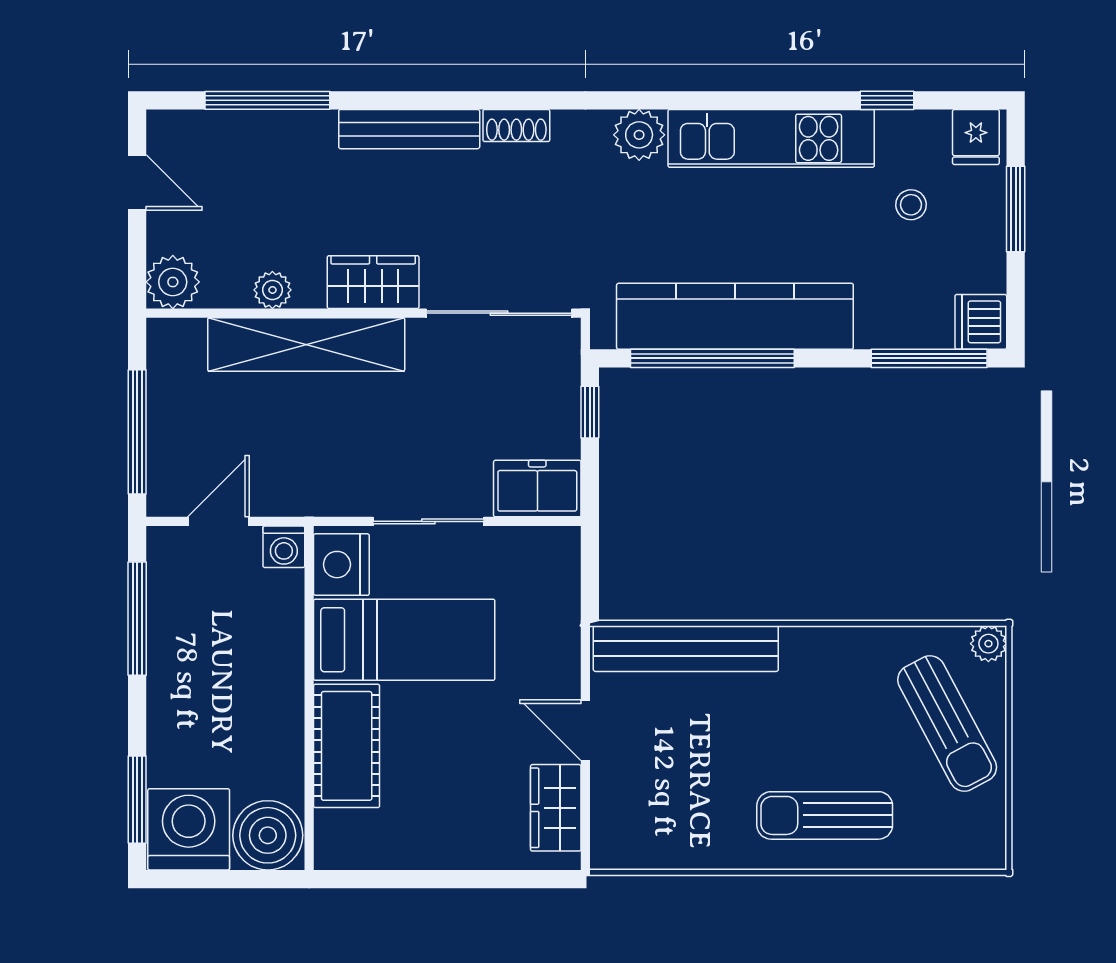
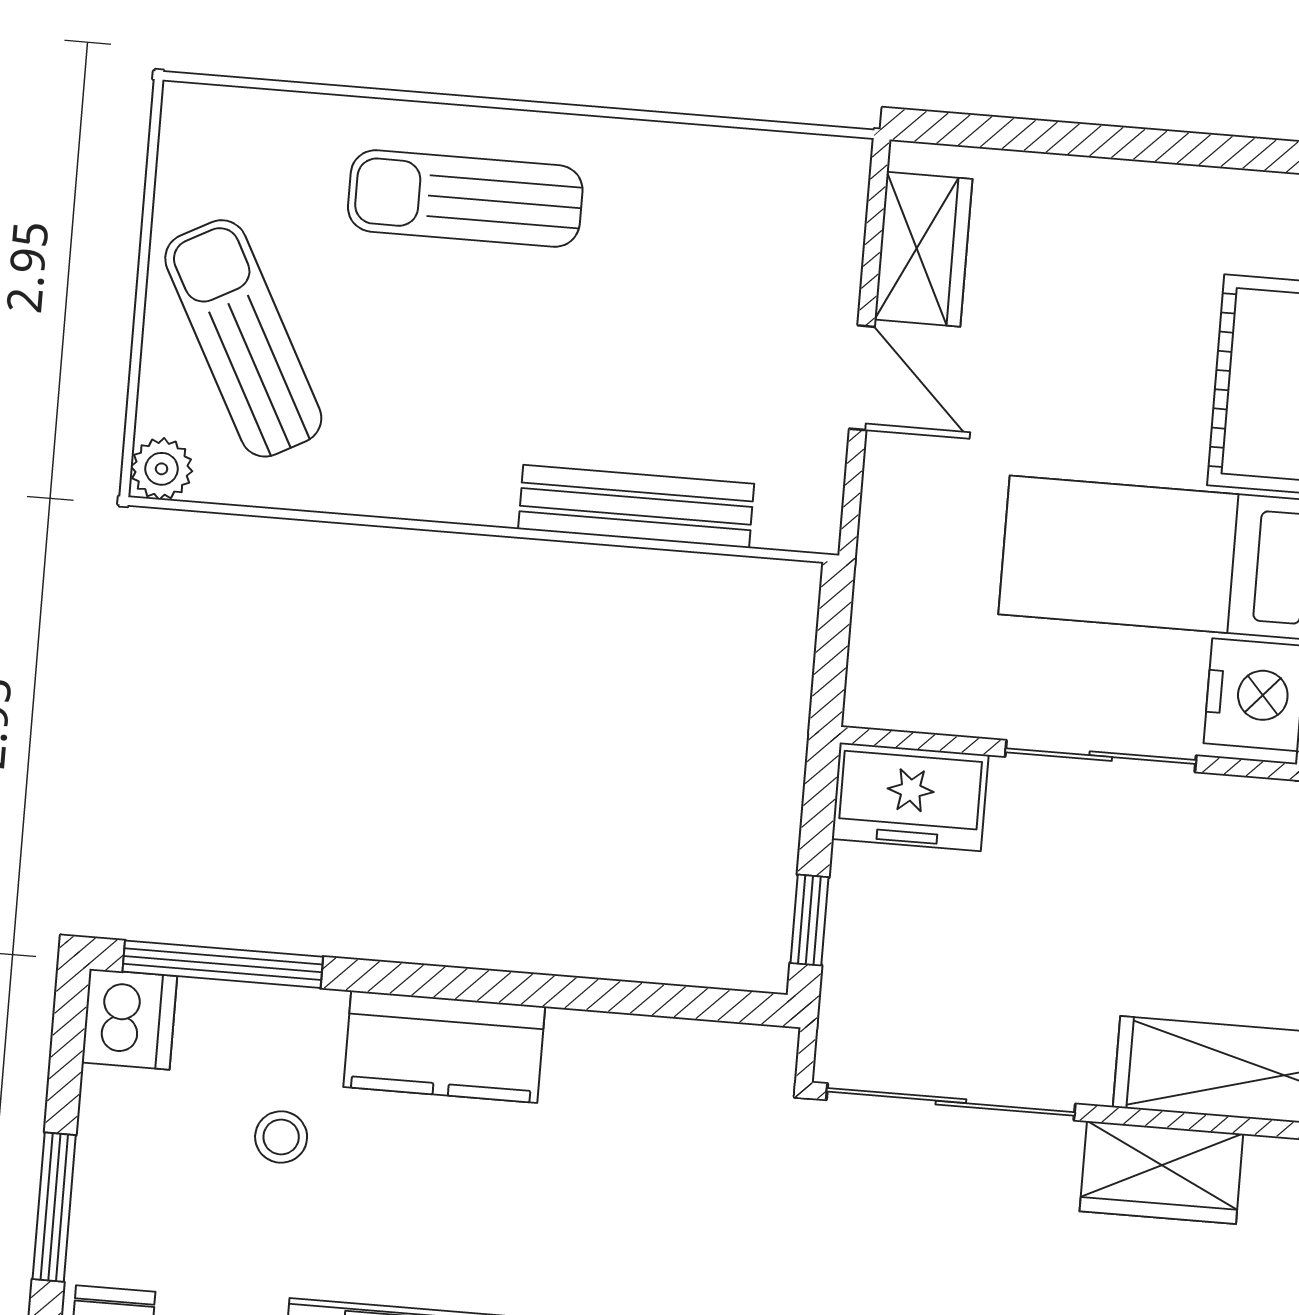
stool: (911, 205) -> (281, 1137), moved
kitchen counter: (735, 316) -> (444, 1047), width x0.48, depth x0.86
window: (712, 358) -> (593, 995), removed
bench: (686, 649) -> (636, 506), width x0.73, depth x0.82
sun lounger: (825, 815) -> (465, 199), turned 180

